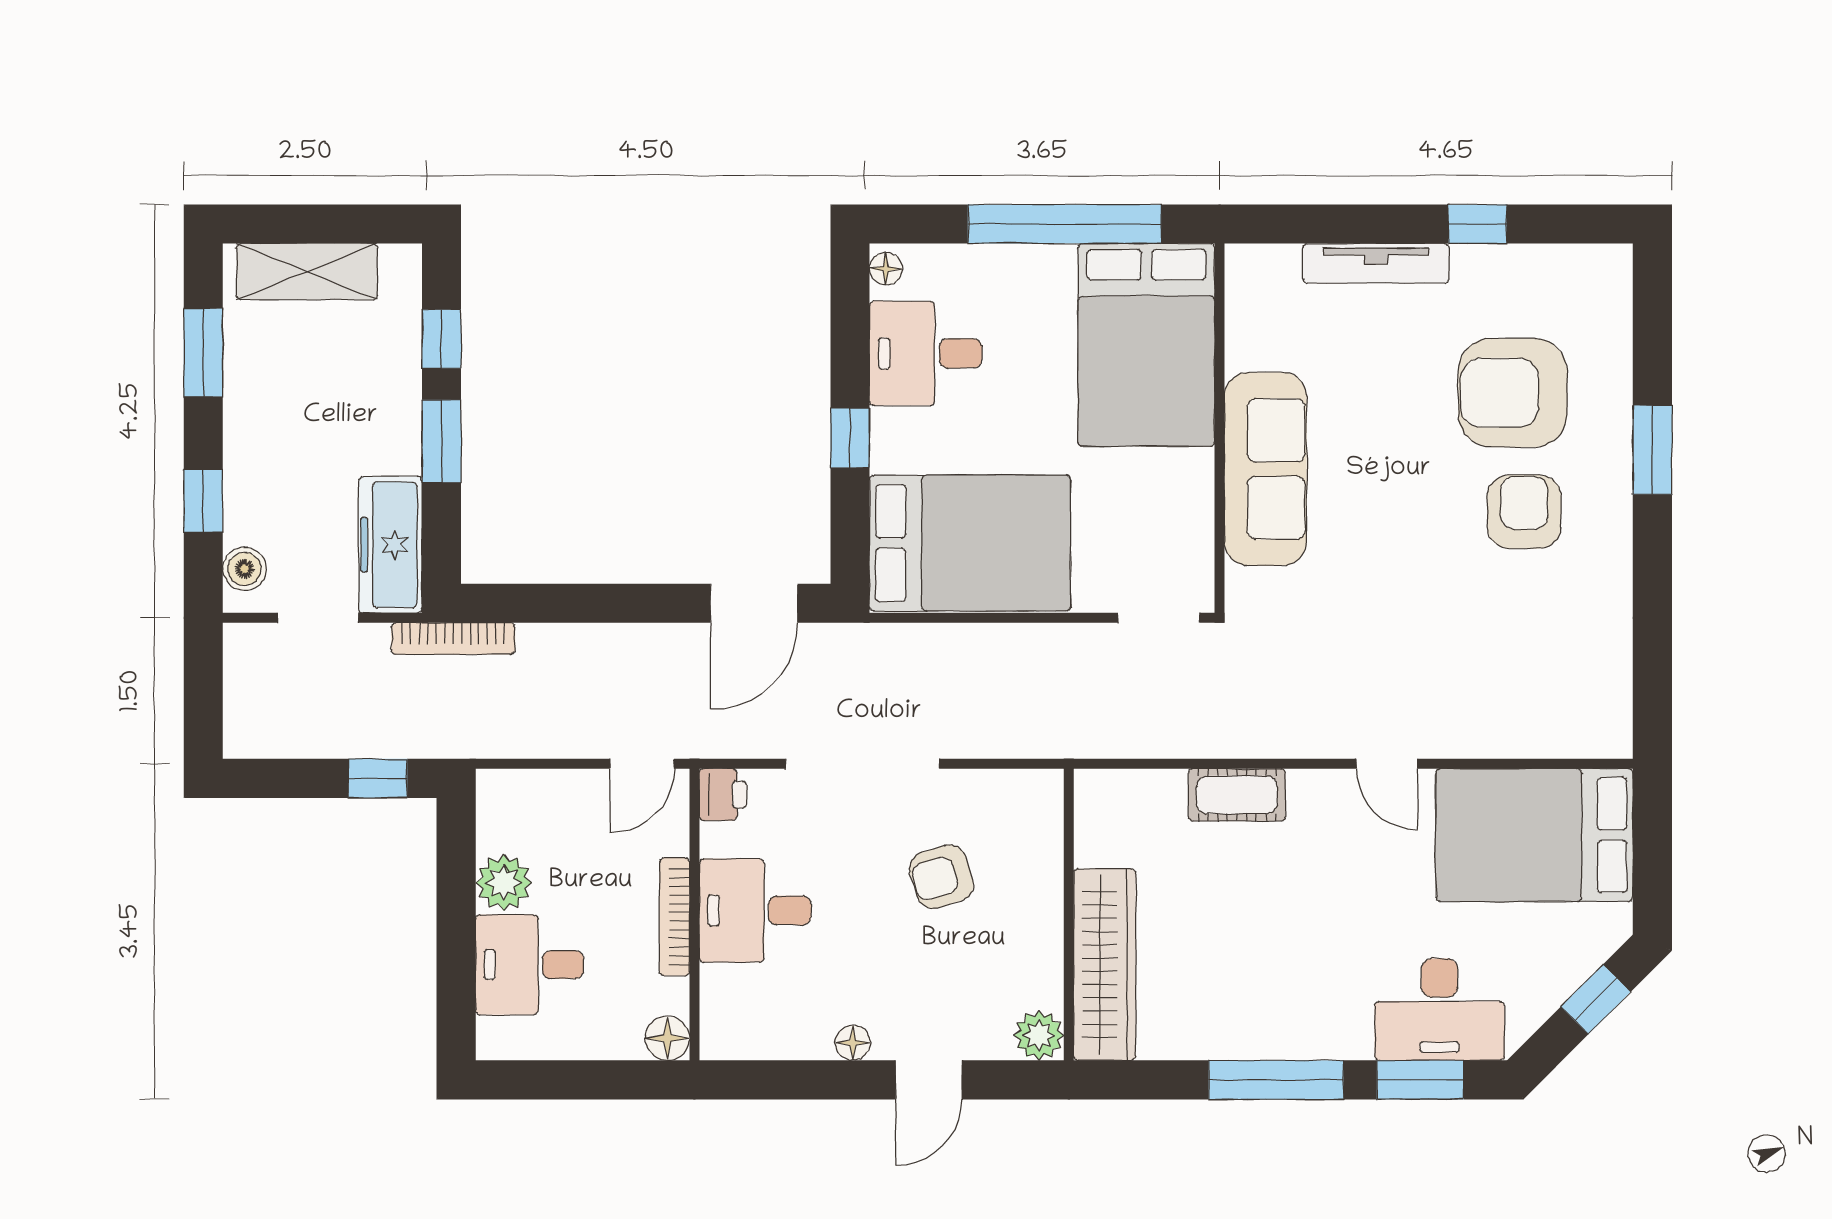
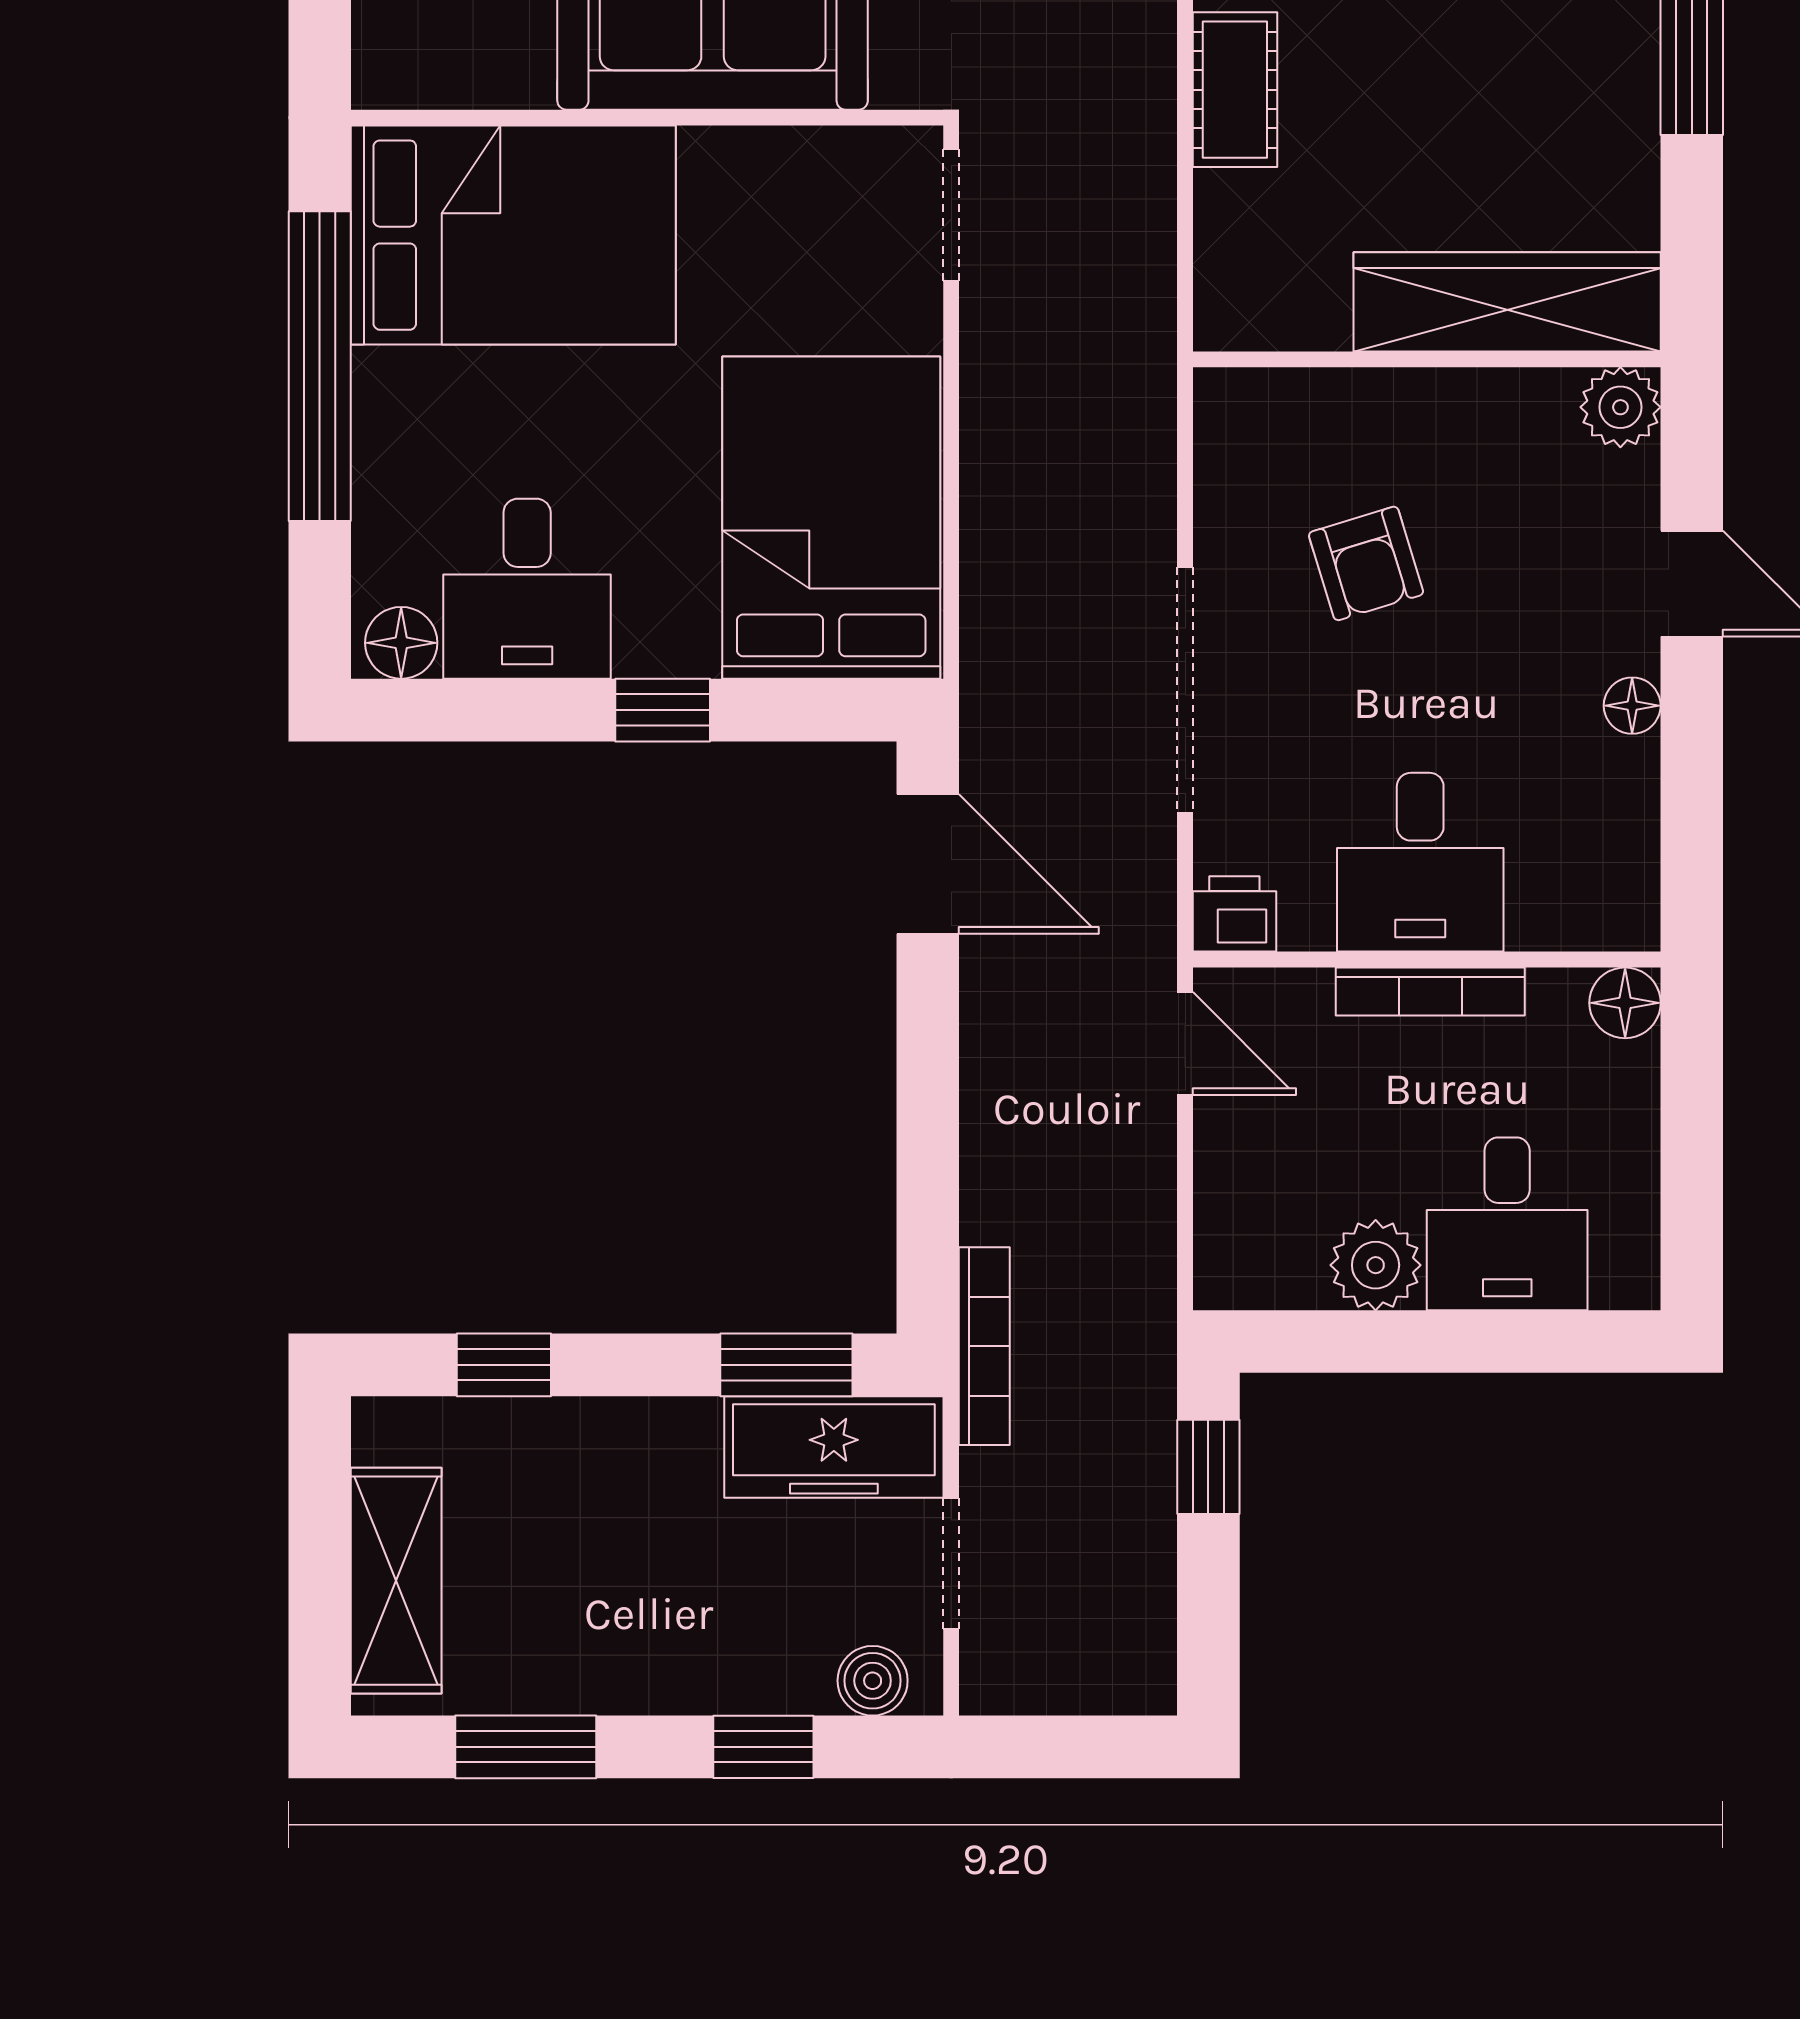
floor lamp: (886, 269) -> (401, 643), width x1.37, depth x1.37
window: (442, 441) -> (786, 1365), moved

